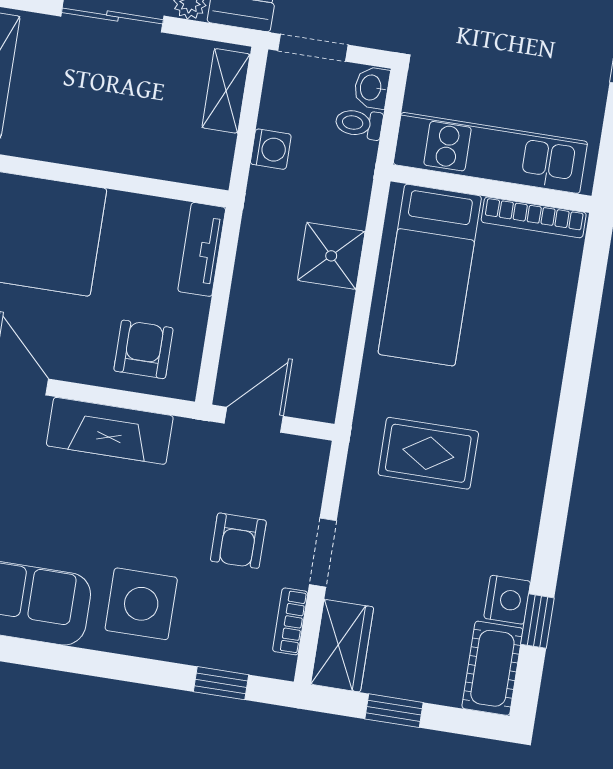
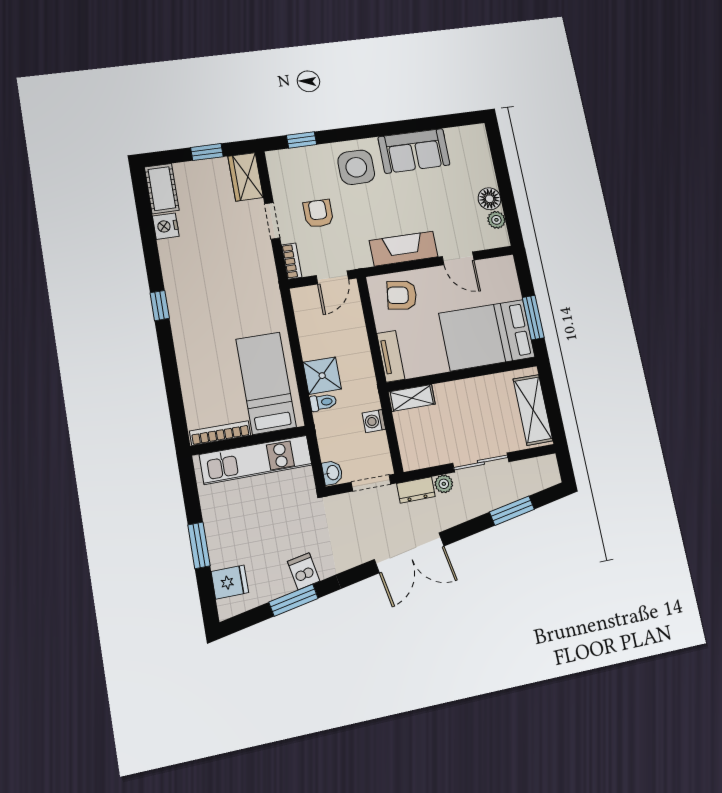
shelving: (226, 91) -> (412, 398), moved, turned 90
toilet: (359, 124) -> (323, 402), moved
armchair: (143, 349) -> (402, 295), turned 98
rug: (428, 453) -> (234, 289), removed
bookcase: (290, 621) -> (292, 261), moved
window: (537, 621) -> (160, 306), moved

